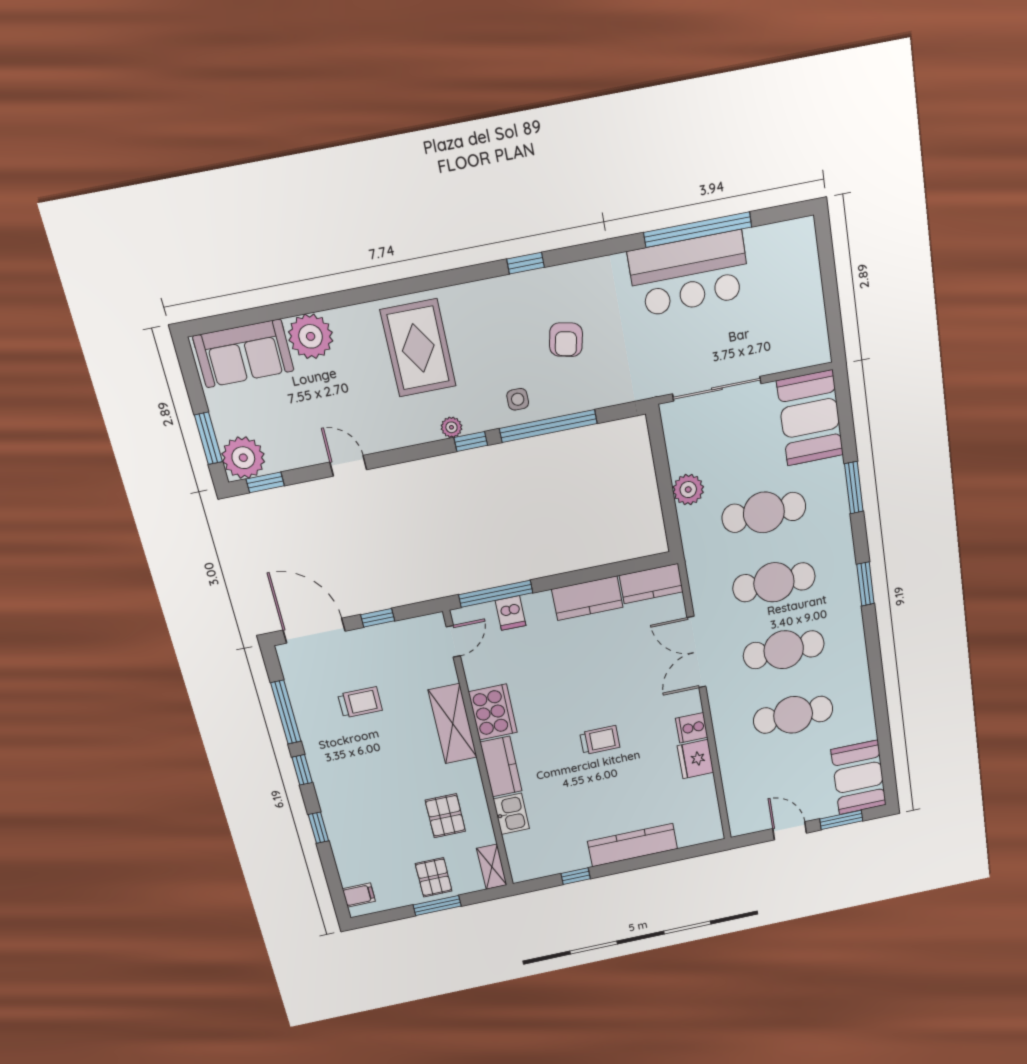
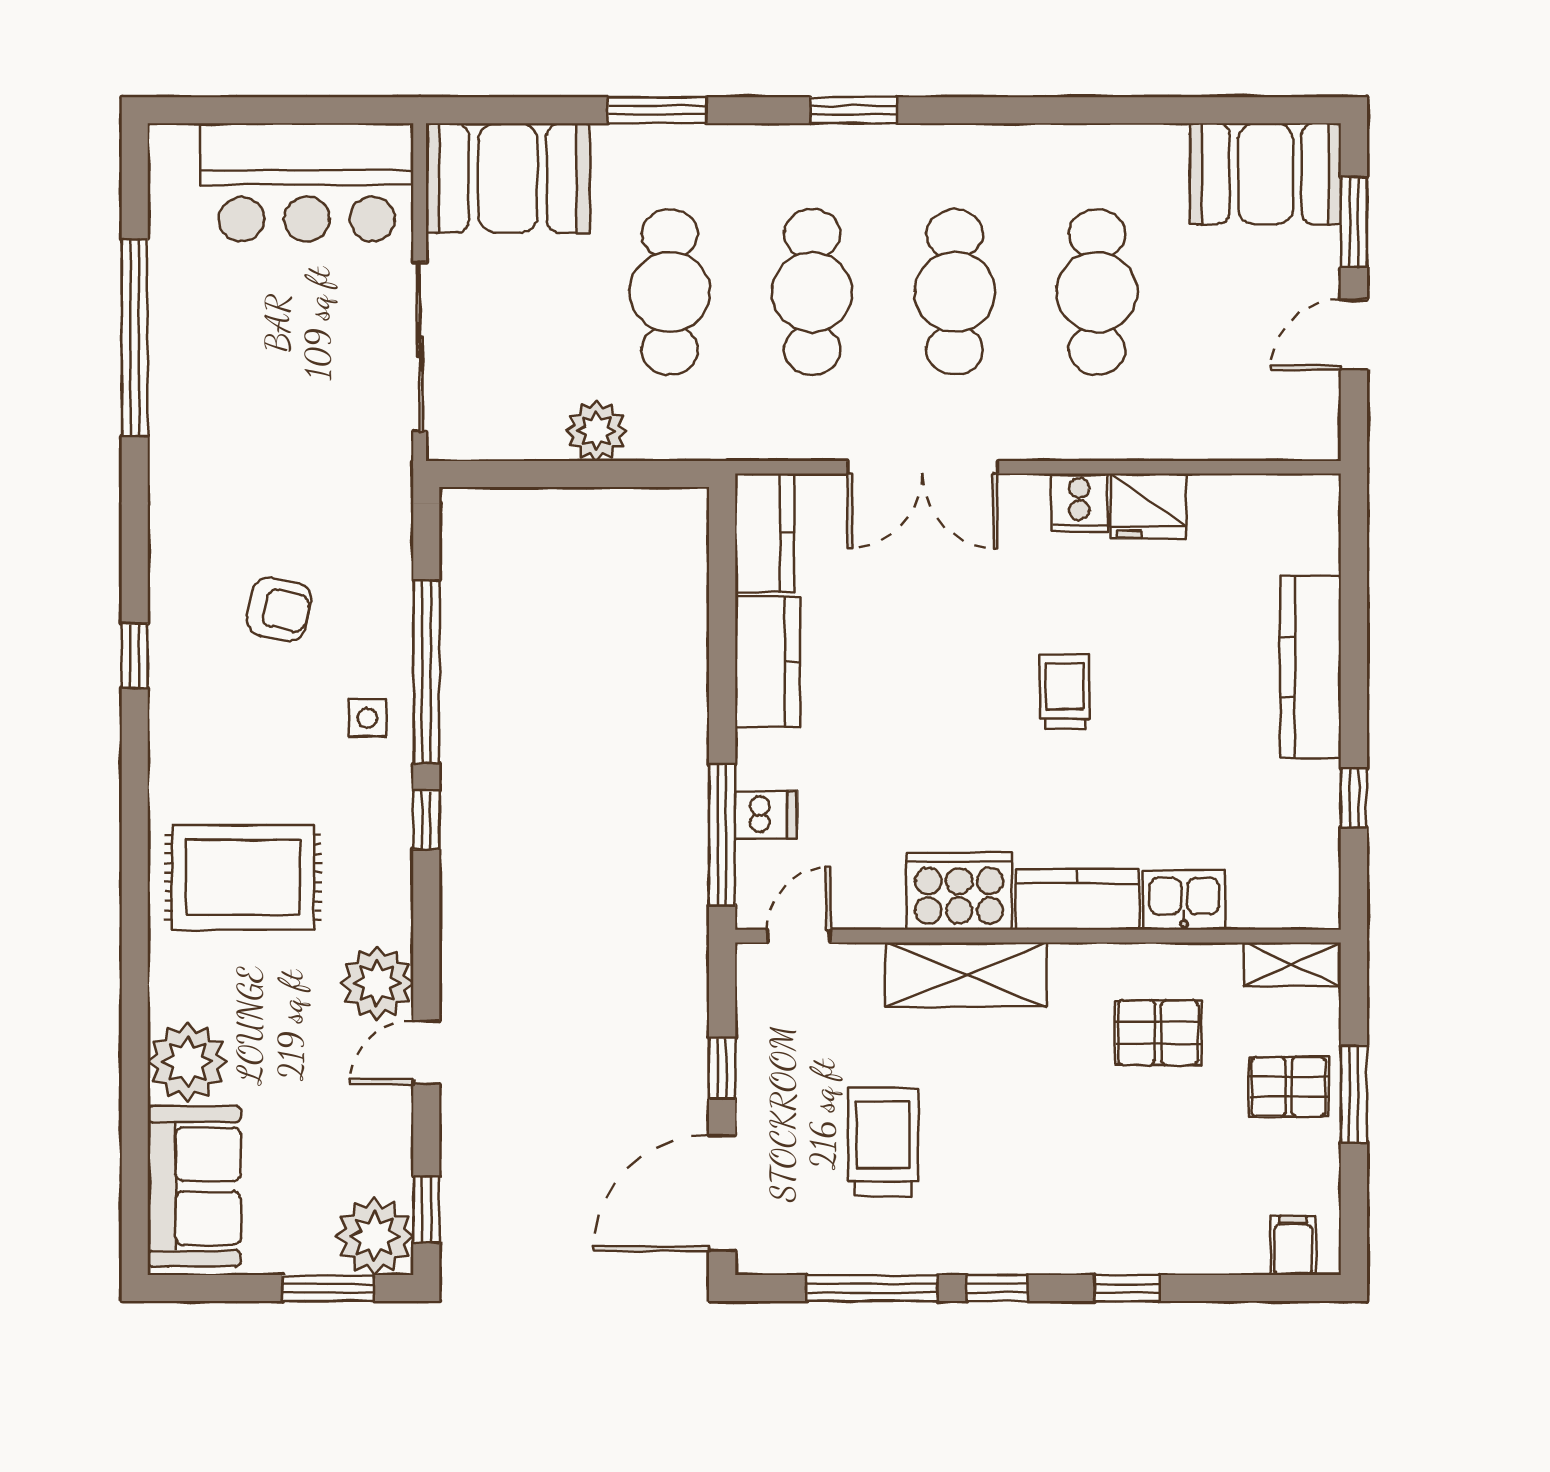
bar counter: (689, 274) -> (307, 182), moved, turned 90
plant: (451, 427) -> (377, 983), moved, width x1.88, depth x1.88
door: (453, 641) -> (799, 936), hinge flipped
trolley: (360, 702) -> (883, 1142), width x1.36, depth x1.39

